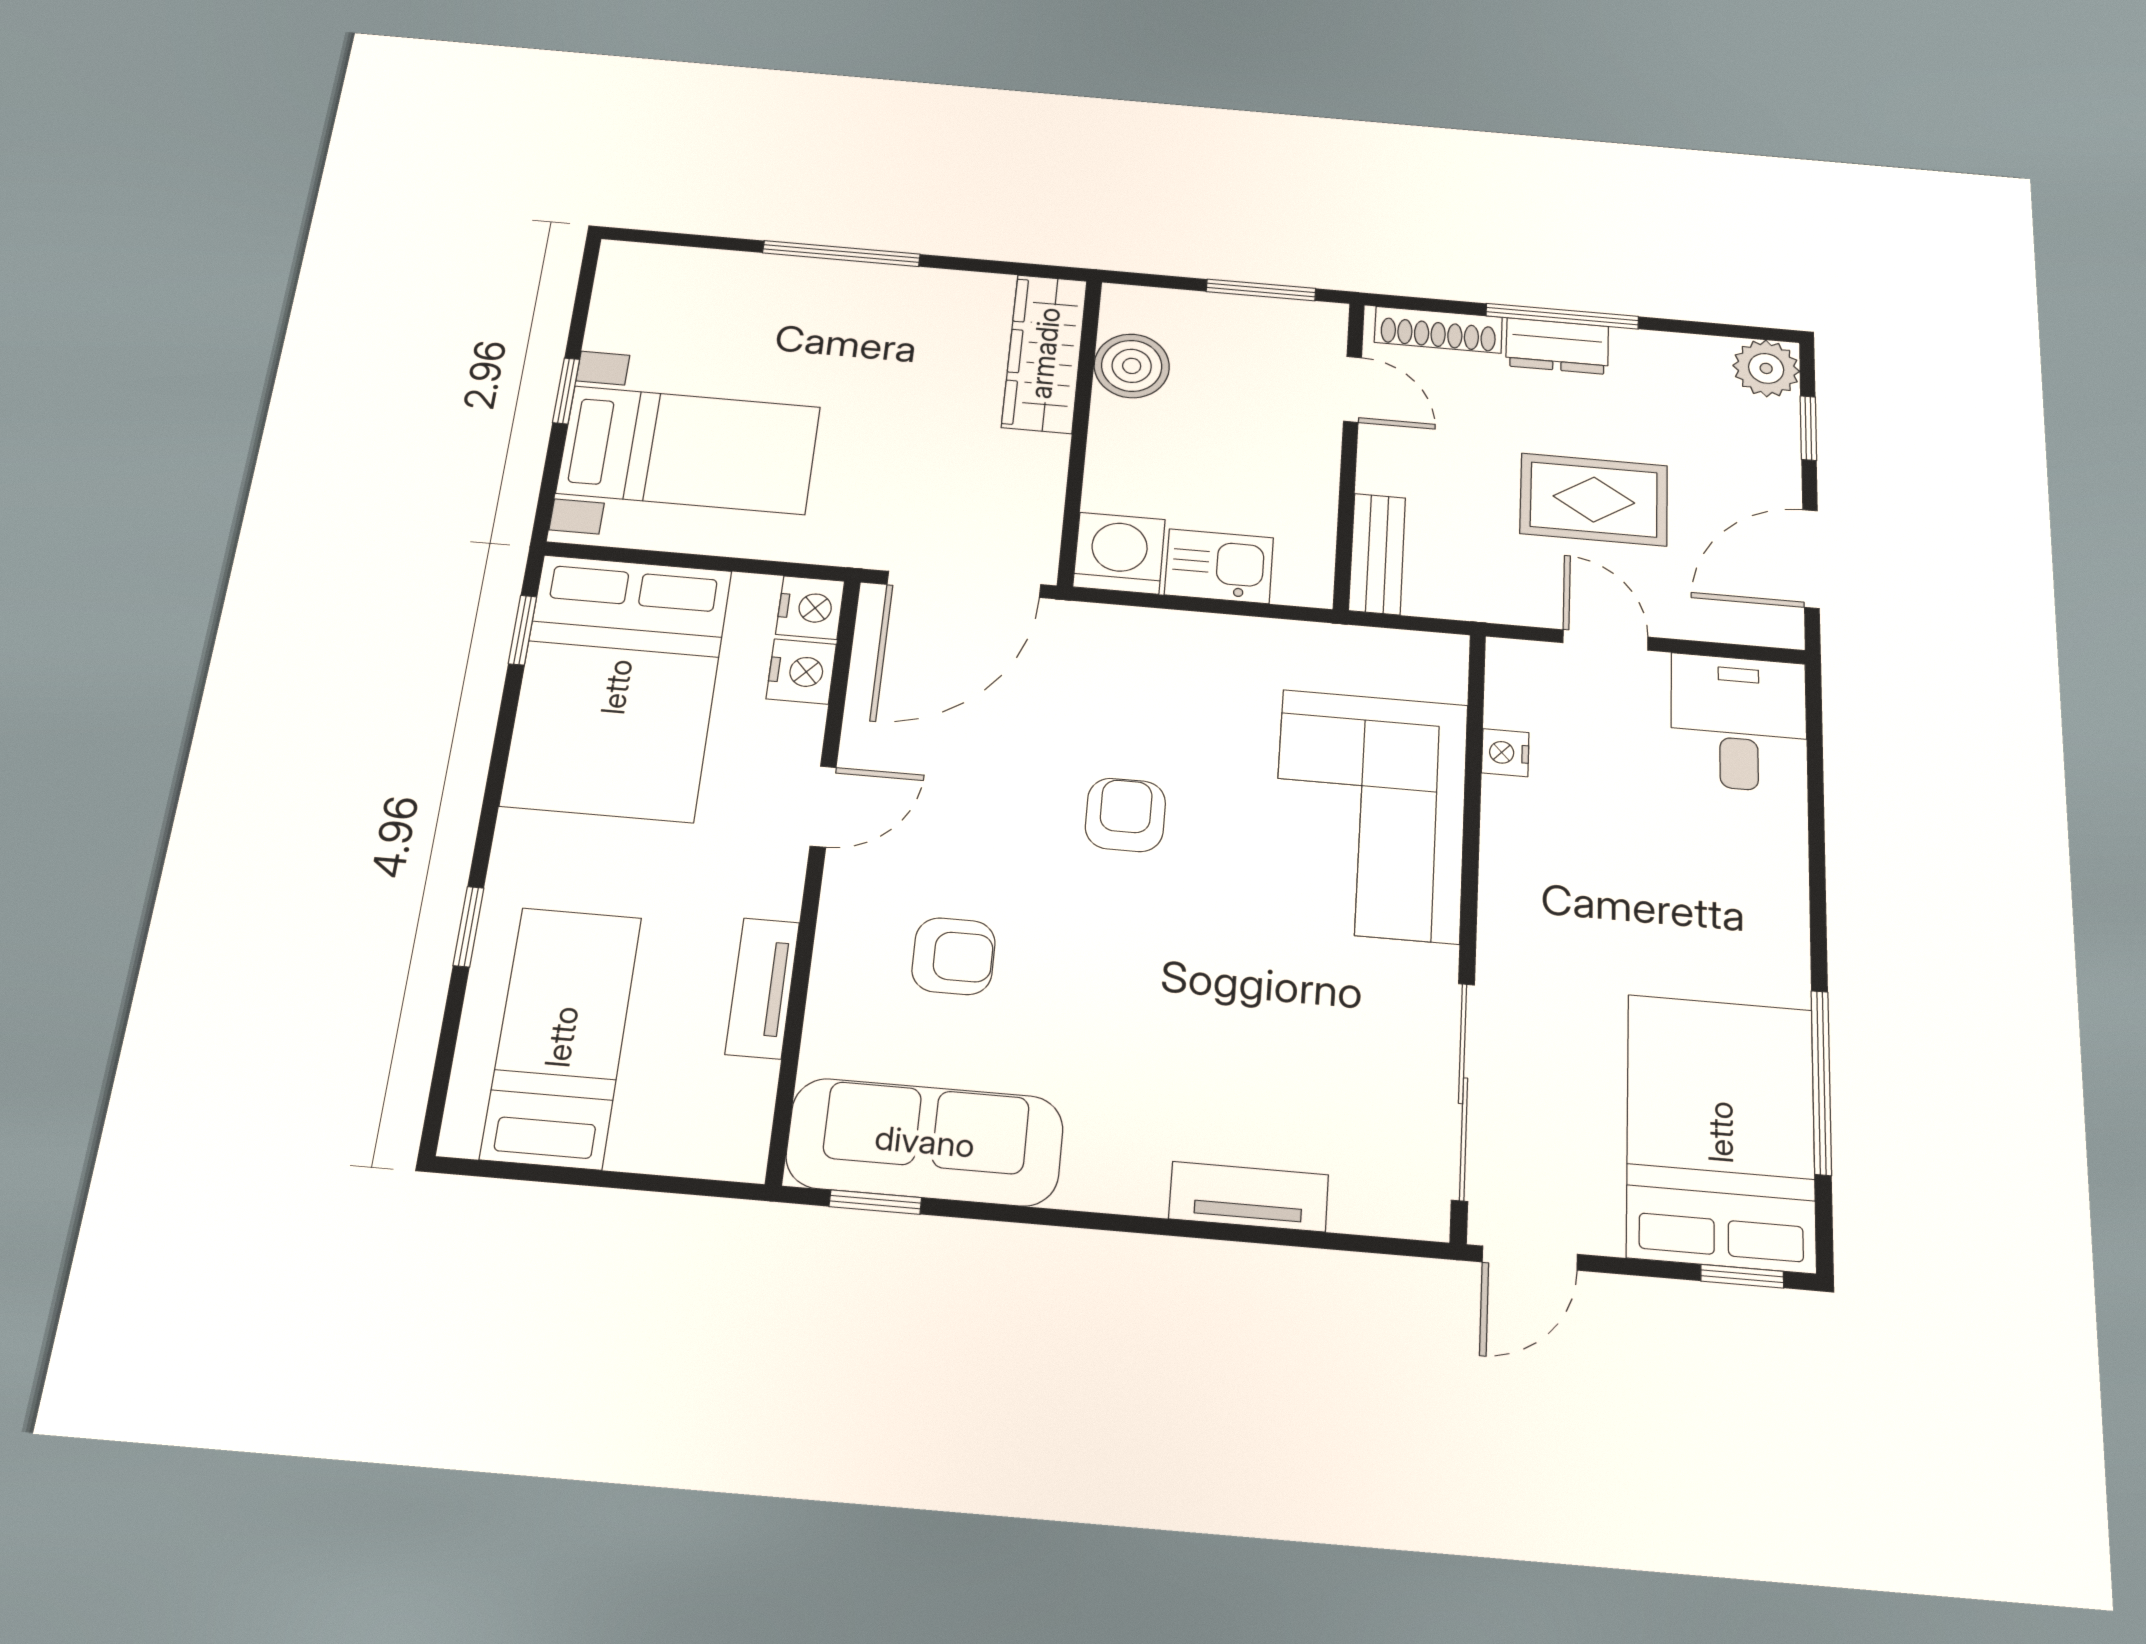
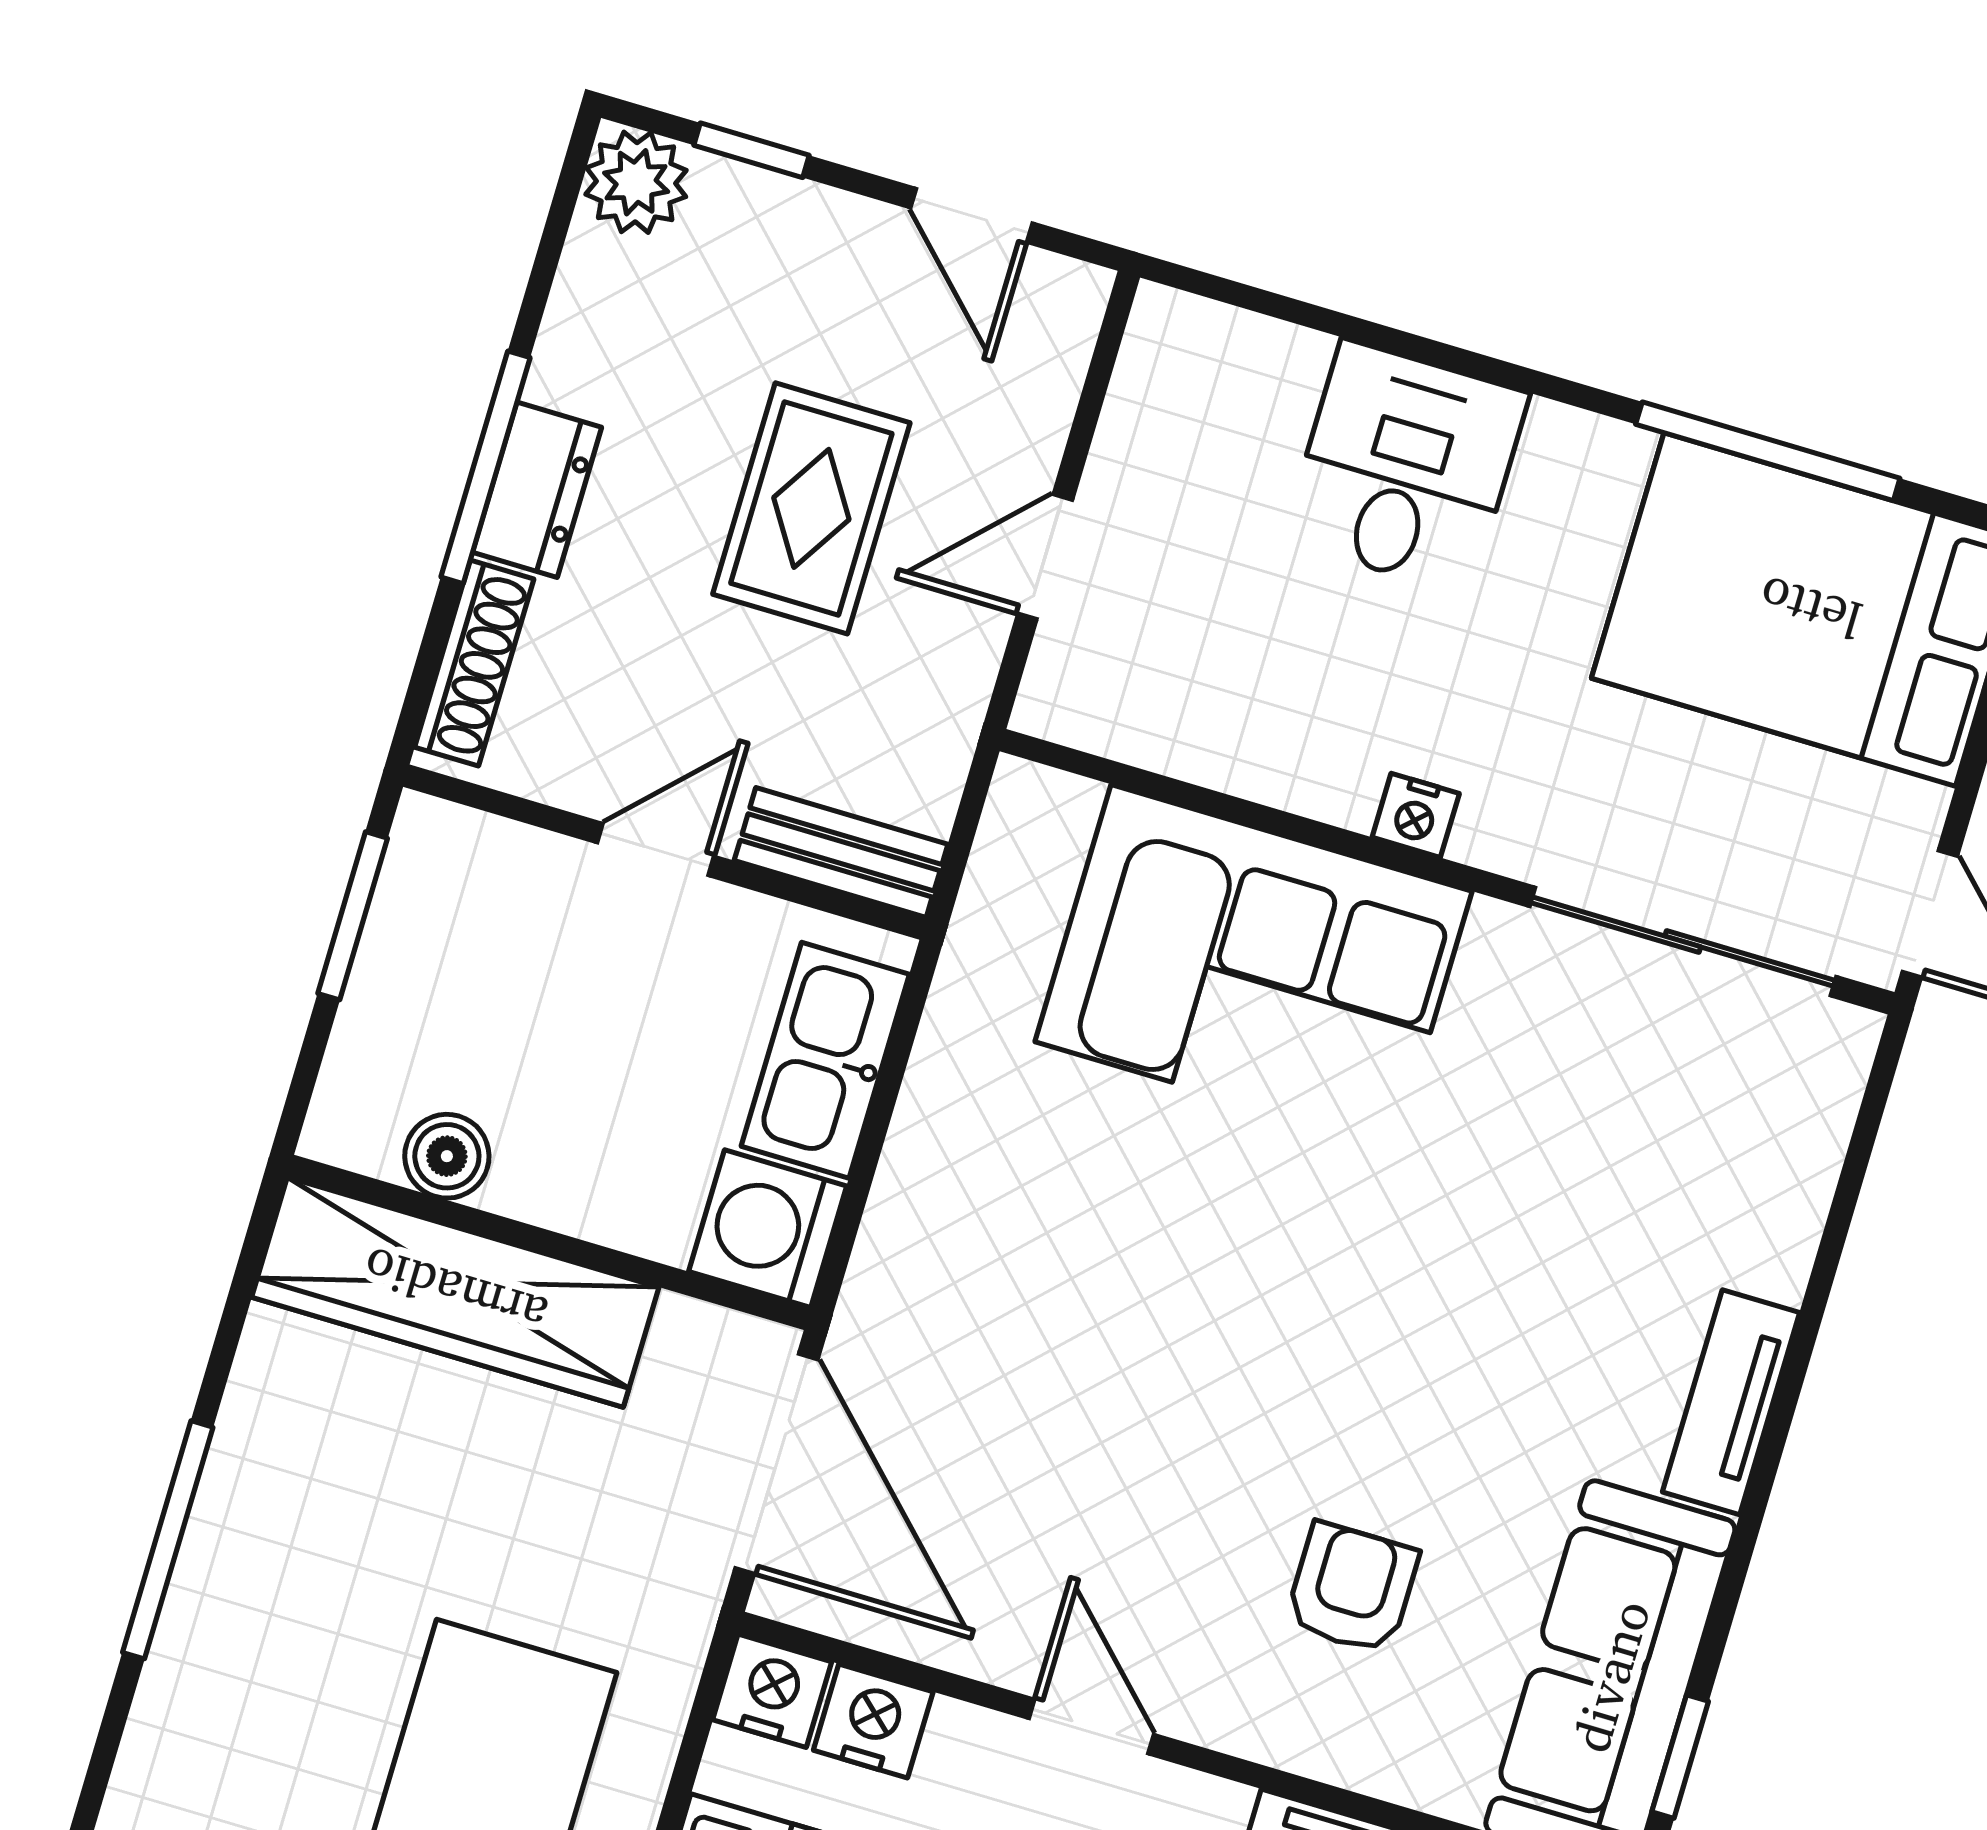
wardrobe: (1045, 353) -> (455, 1292), width x1.40, depth x1.17
boiler: (1132, 366) -> (447, 1156), width x0.73, depth x0.73
door: (1352, 389) -> (656, 850), moved
door: (1811, 559) -> (971, 215), width x0.73
kitchen sink: (1219, 566) -> (825, 1060), width x1.38
desk: (1739, 723) -> (1406, 467), moved, turned 90
nightstand: (1505, 753) -> (1416, 815), moved
armchair: (1125, 815) -> (1186, 1309), removed
tv unit: (1249, 1197) -> (1731, 1402), moved

